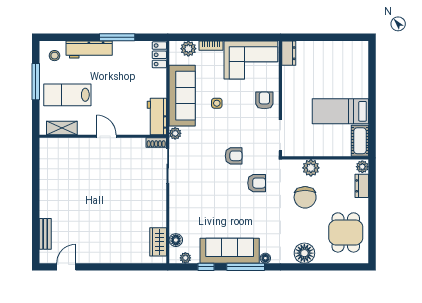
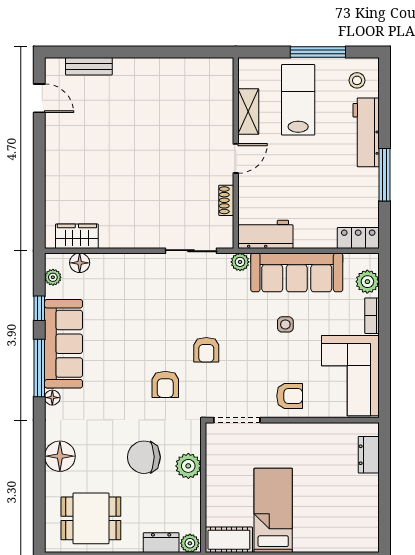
dresser: (289, 53) -> (369, 455), moved, turned 90
shelving: (62, 128) -> (248, 112), moved
shoe rack: (156, 143) -> (226, 200), moved

